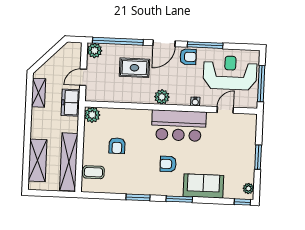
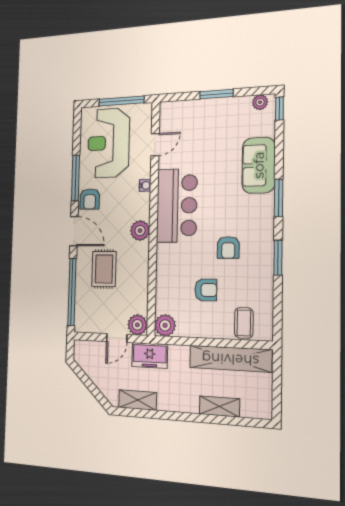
plant: (95, 50) -> (137, 325), moved
armchair: (188, 57) -> (90, 199), turned 180
door: (83, 77) -> (117, 338), hinge flipped
door: (225, 110) -> (155, 145), swing flipped
shelving: (38, 160) -> (219, 406), width x0.67, depth x0.75
armchair: (168, 164) -> (228, 247), moved

